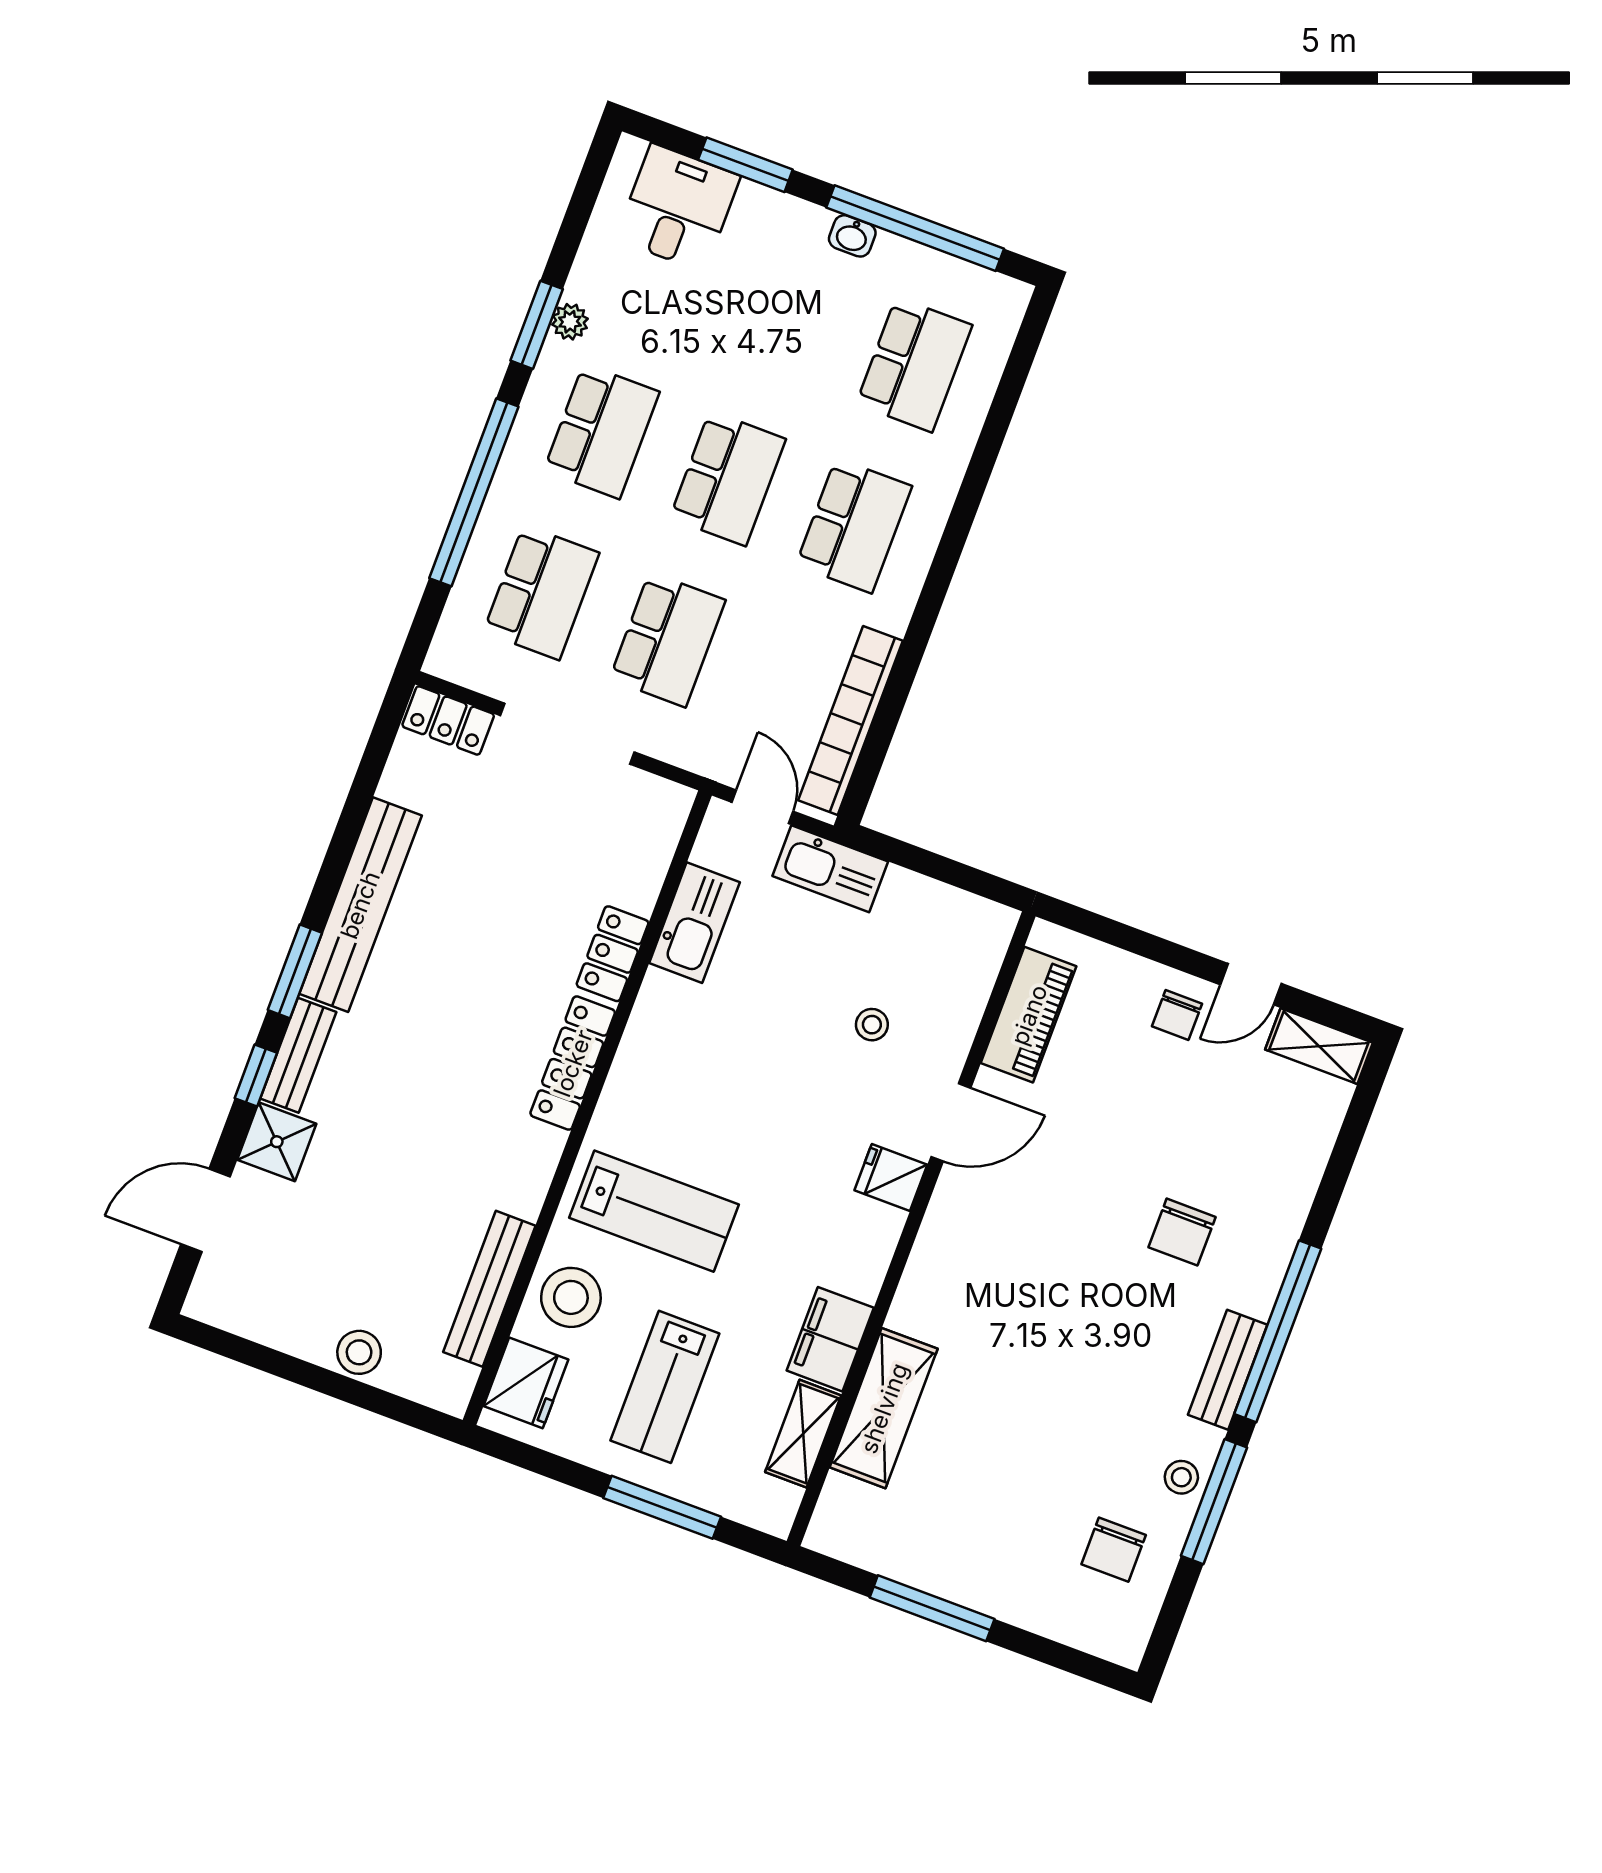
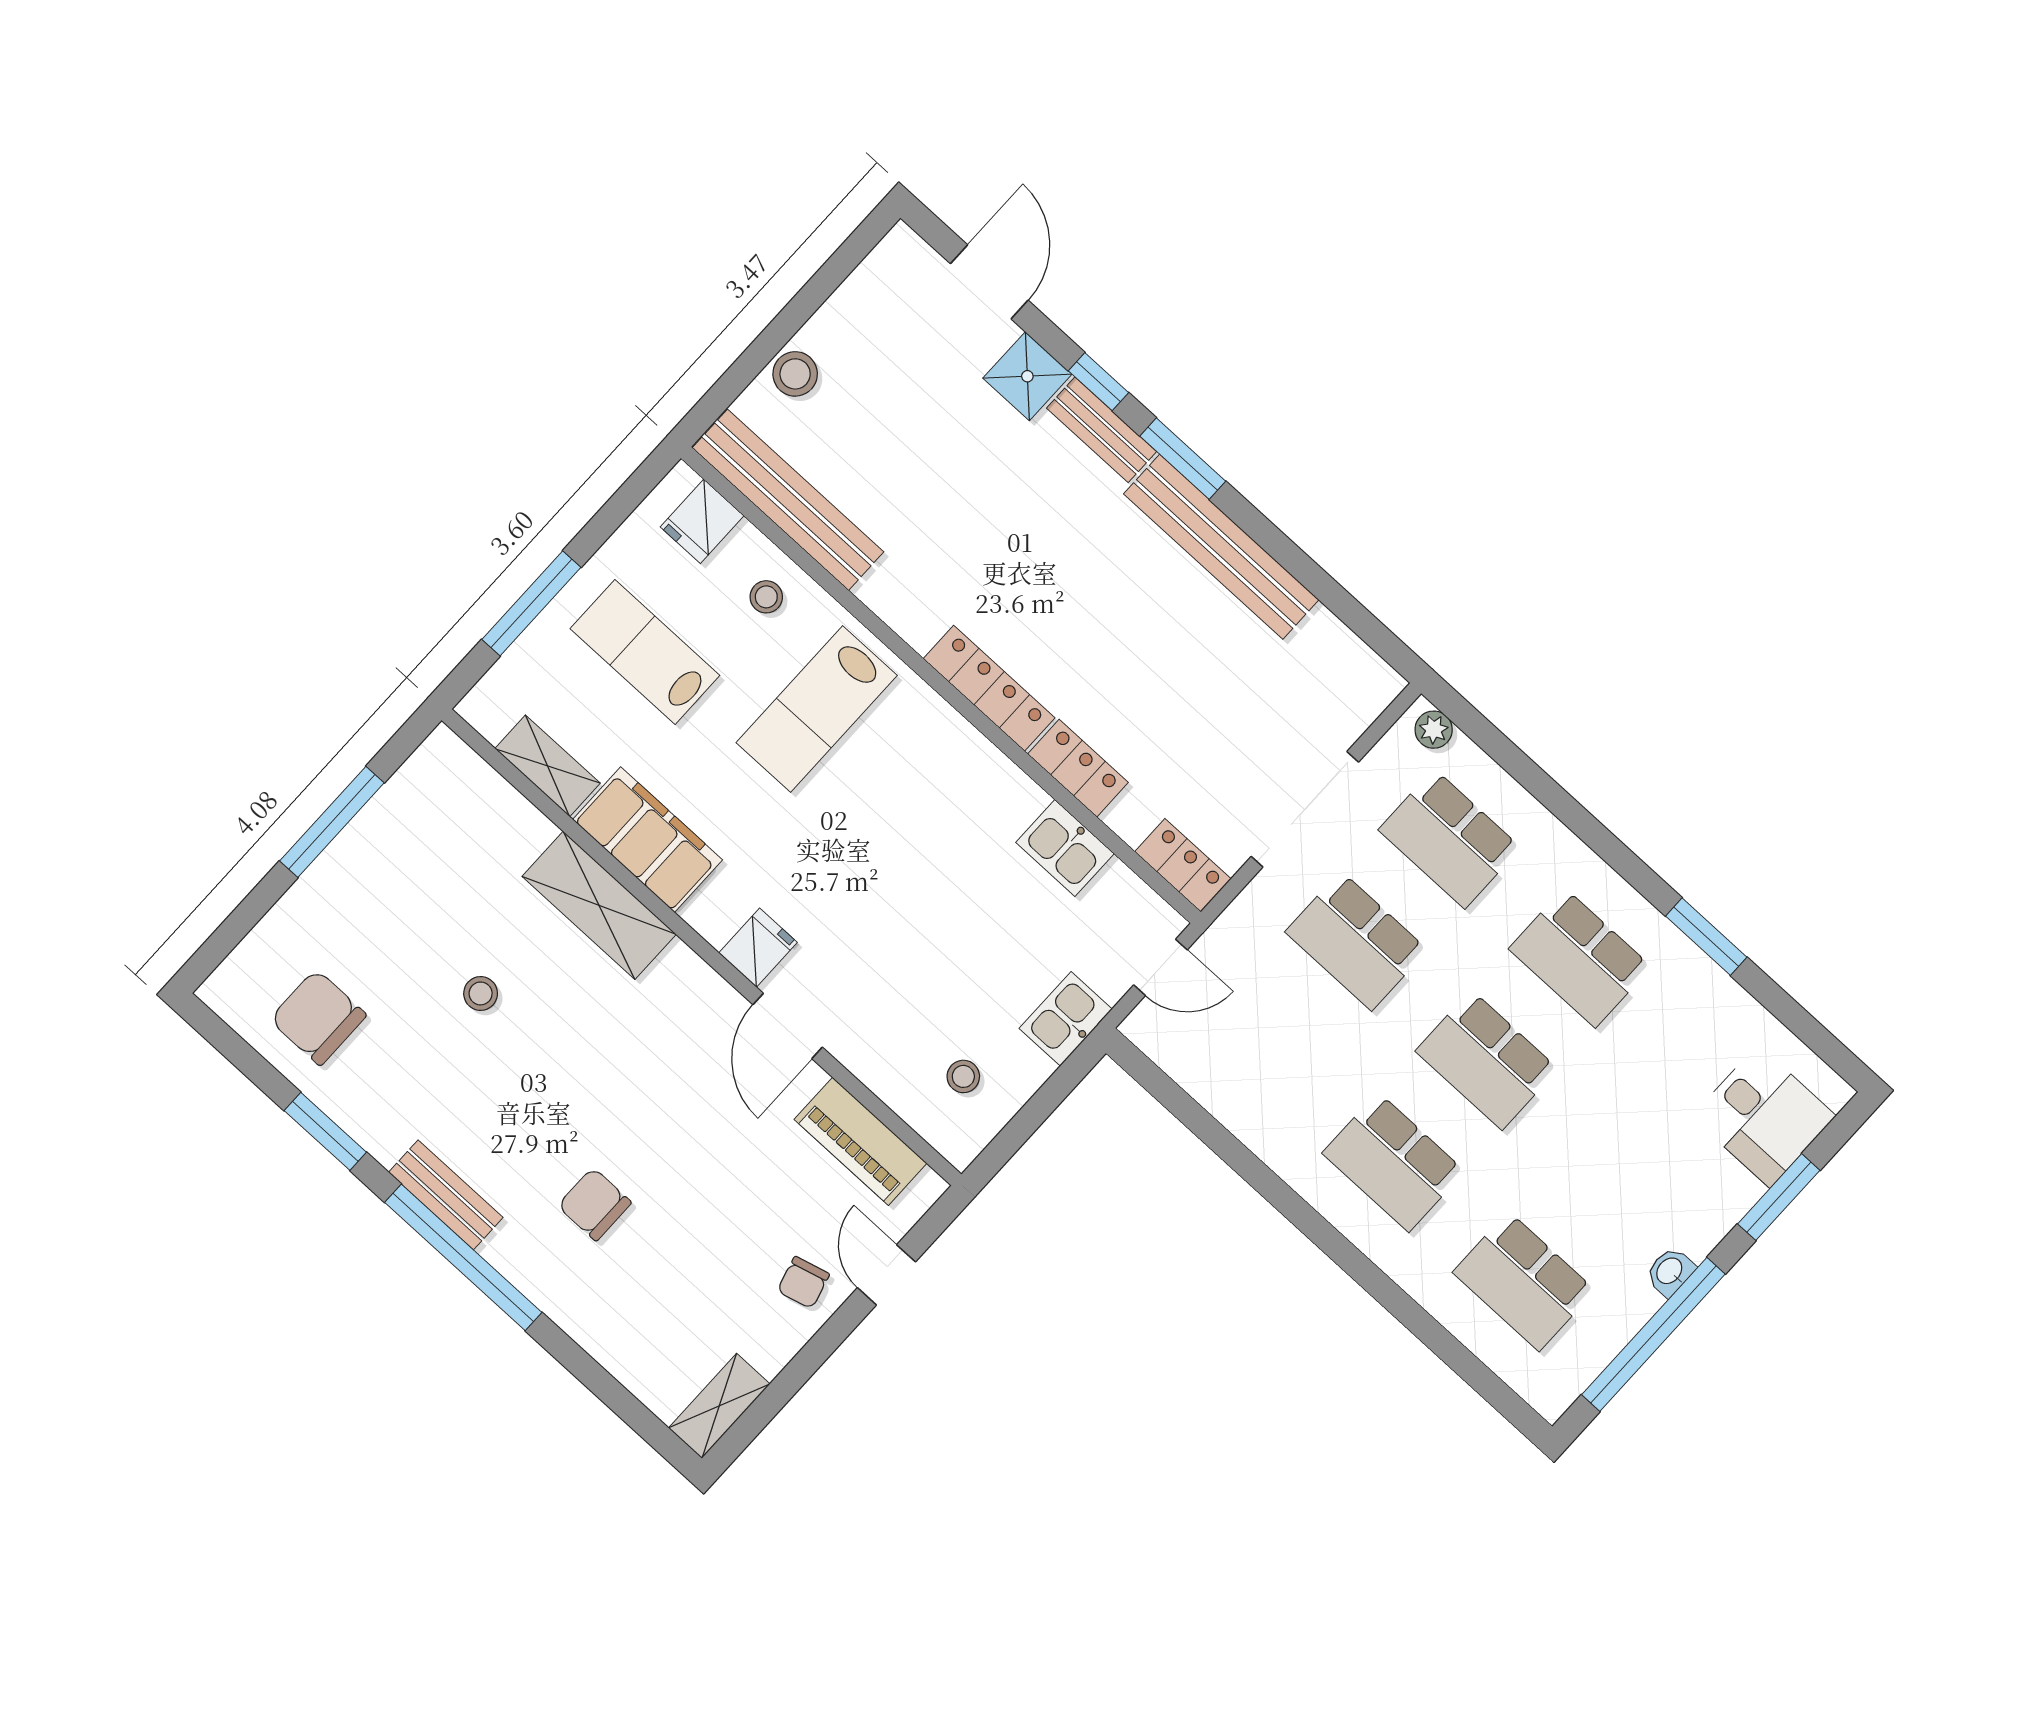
plant: (570, 322) -> (1434, 730), moved
window: (474, 492) -> (1571, 813), removed
locker: (448, 720) -> (1183, 865), moved, turned 90
bookcase: (850, 721) -> (1209, 1084), removed
kitchen sink: (830, 869) -> (1066, 1019), width x0.73
kitchen sink: (694, 923) -> (1065, 848), width x0.73
door: (1251, 984) -> (886, 1275), moved
chair: (1177, 1015) -> (803, 1283), turned -105
stool: (872, 1025) -> (963, 1076), moved
bench: (489, 1289) -> (788, 500), width x1.37, depth x1.21
stool: (571, 1297) -> (766, 597), width x0.53, depth x0.53
filing cabinet: (830, 1339) -> (648, 840), width x1.50, depth x1.17
fridge: (526, 1383) -> (702, 521), width x0.72
shelving: (884, 1408) -> (599, 905), moved
stool: (1181, 1477) -> (481, 993), moved
window: (1214, 1502) -> (325, 1131), width x0.69
chair: (1114, 1550) -> (318, 1017), width x1.37, depth x1.37

